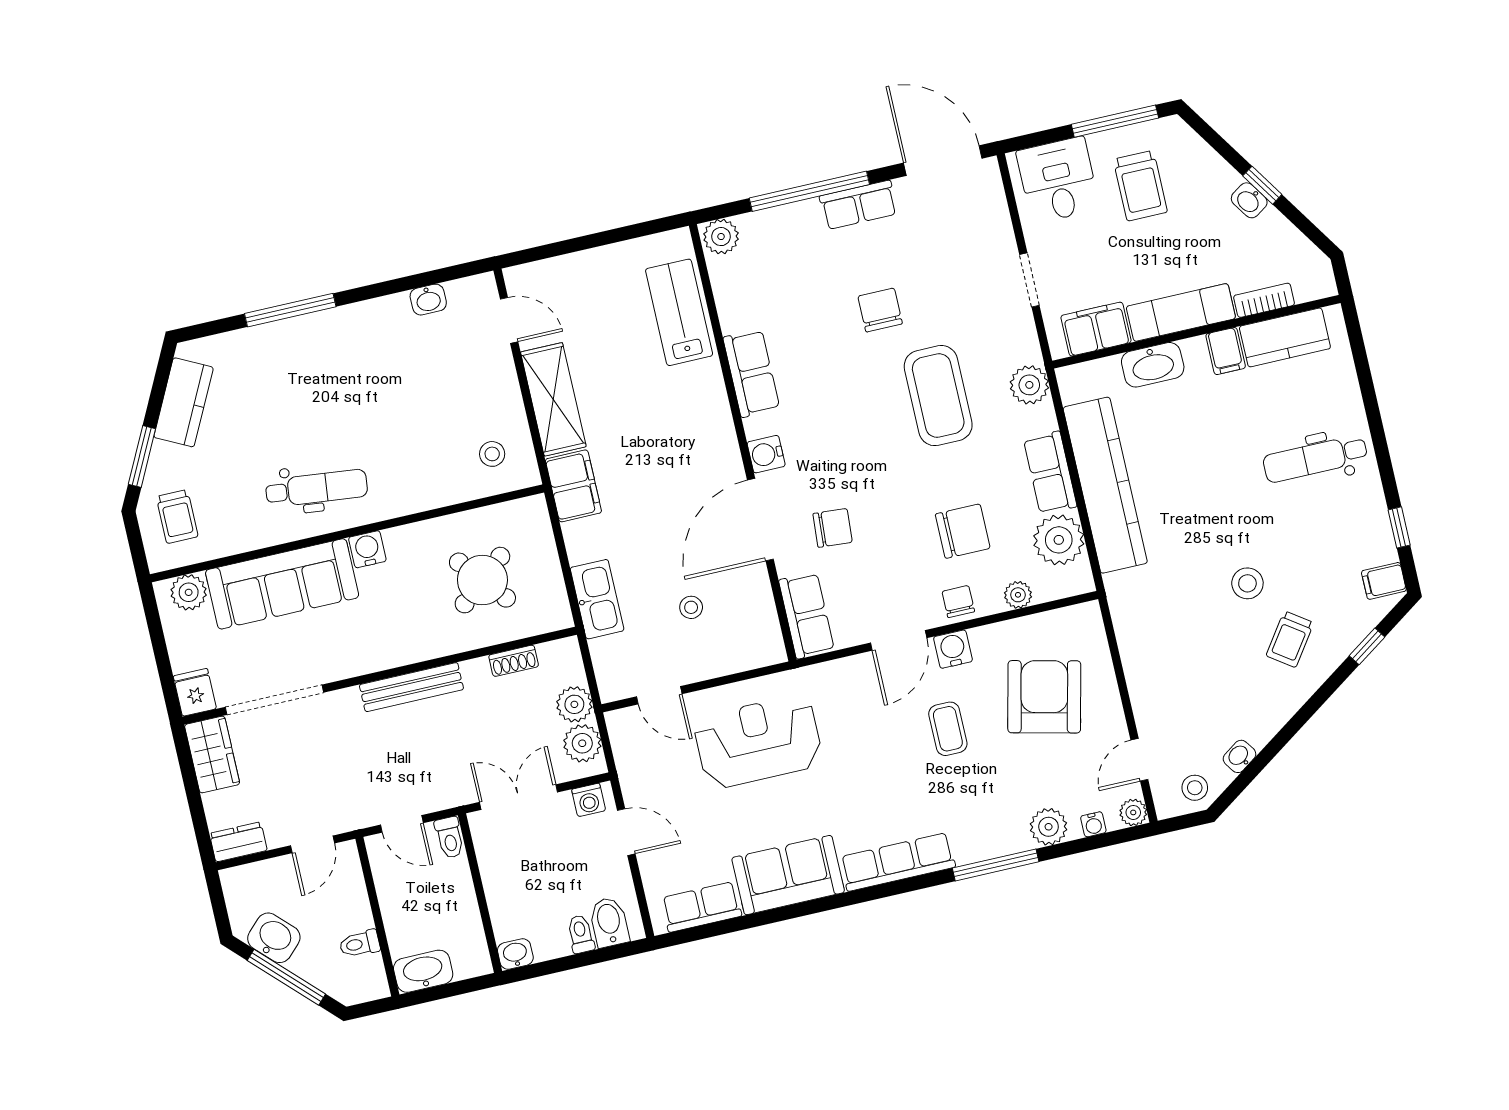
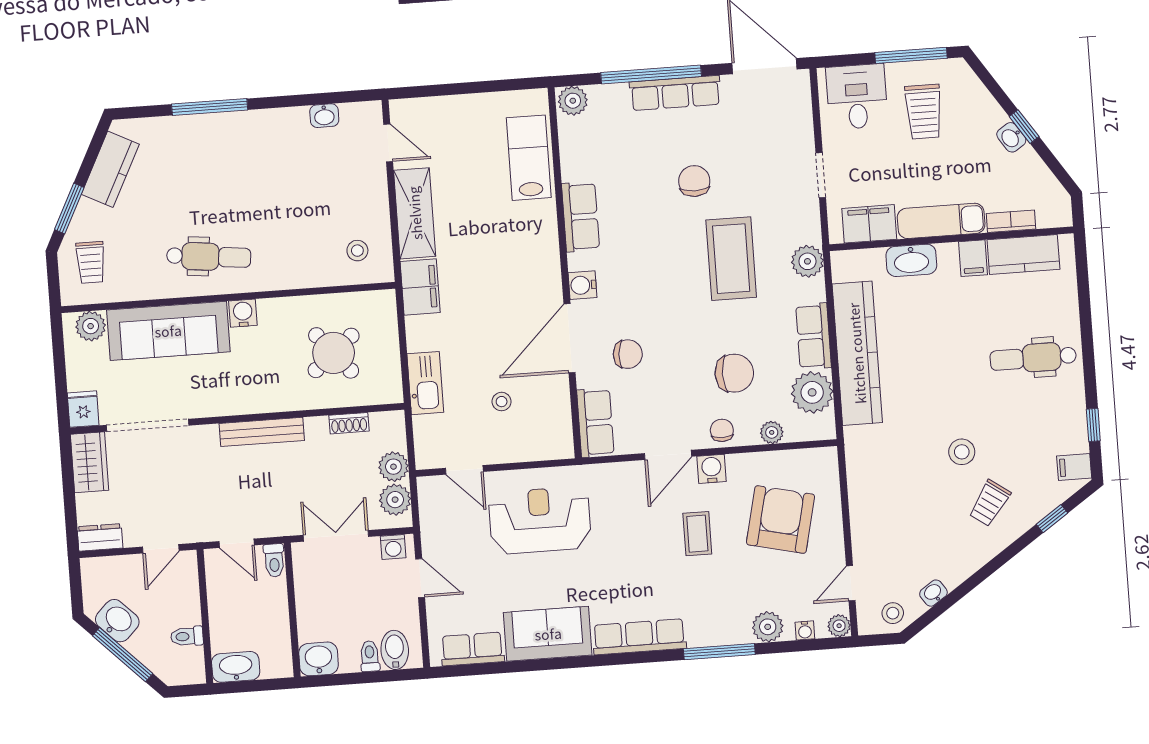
row of seats: (858, 205) -> (675, 93), width x1.48
washbasin: (515, 954) -> (319, 659), width x1.38, depth x1.45

